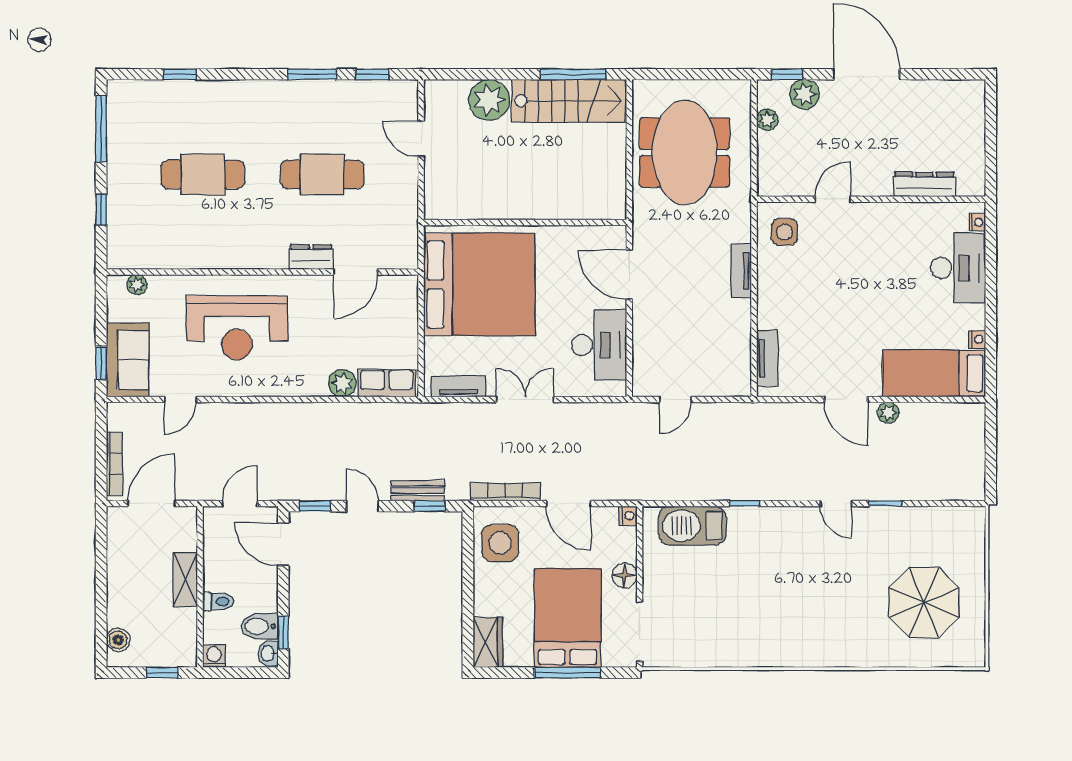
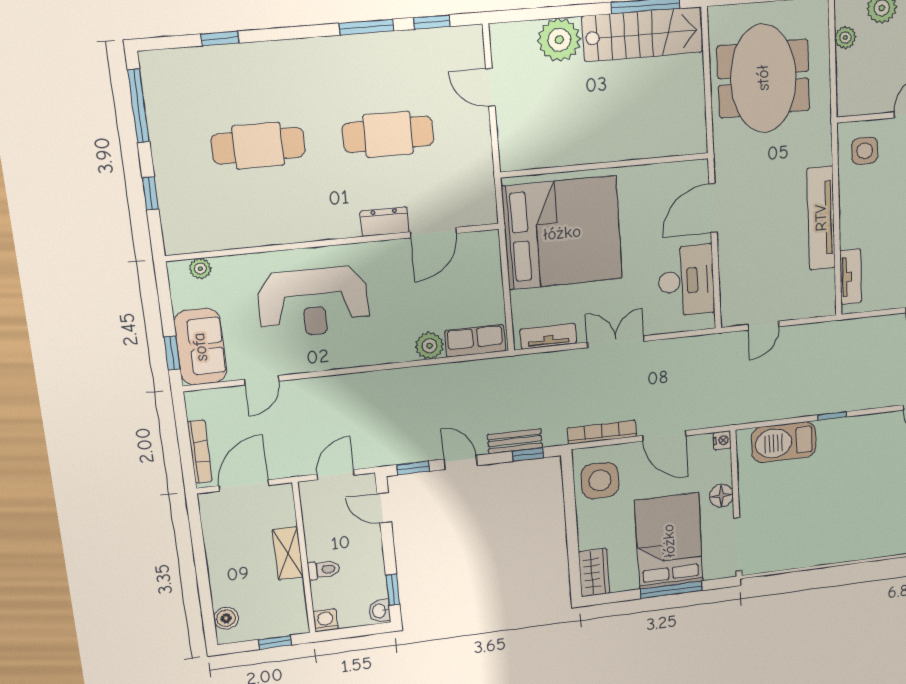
tv unit: (741, 271) -> (821, 218), width x1.92, depth x1.29
door: (629, 275) -> (713, 208), hinge flipped
door: (283, 544) -> (384, 508), width x0.73
bidet: (259, 626) -> (368, 587), removed

